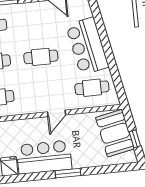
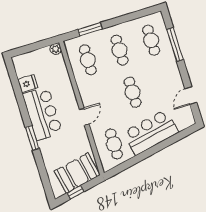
door: (57, 113) -> (84, 117), swing flipped

